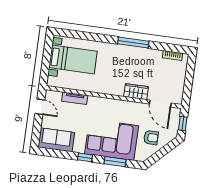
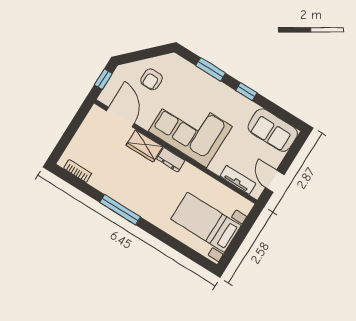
dresser: (115, 90) -> (171, 160), added
tv unit: (75, 98) -> (238, 180), moved
armchair: (151, 138) -> (151, 79), turned -90
corner sofa: (112, 140) -> (190, 129), moved, turned 180

